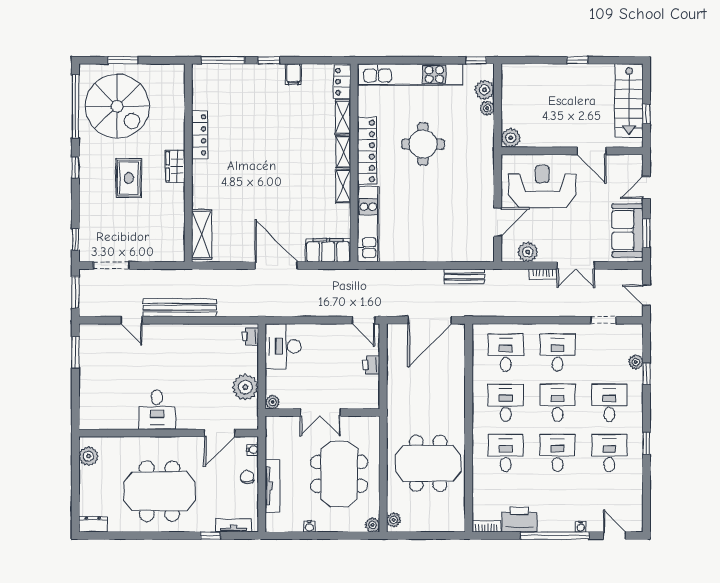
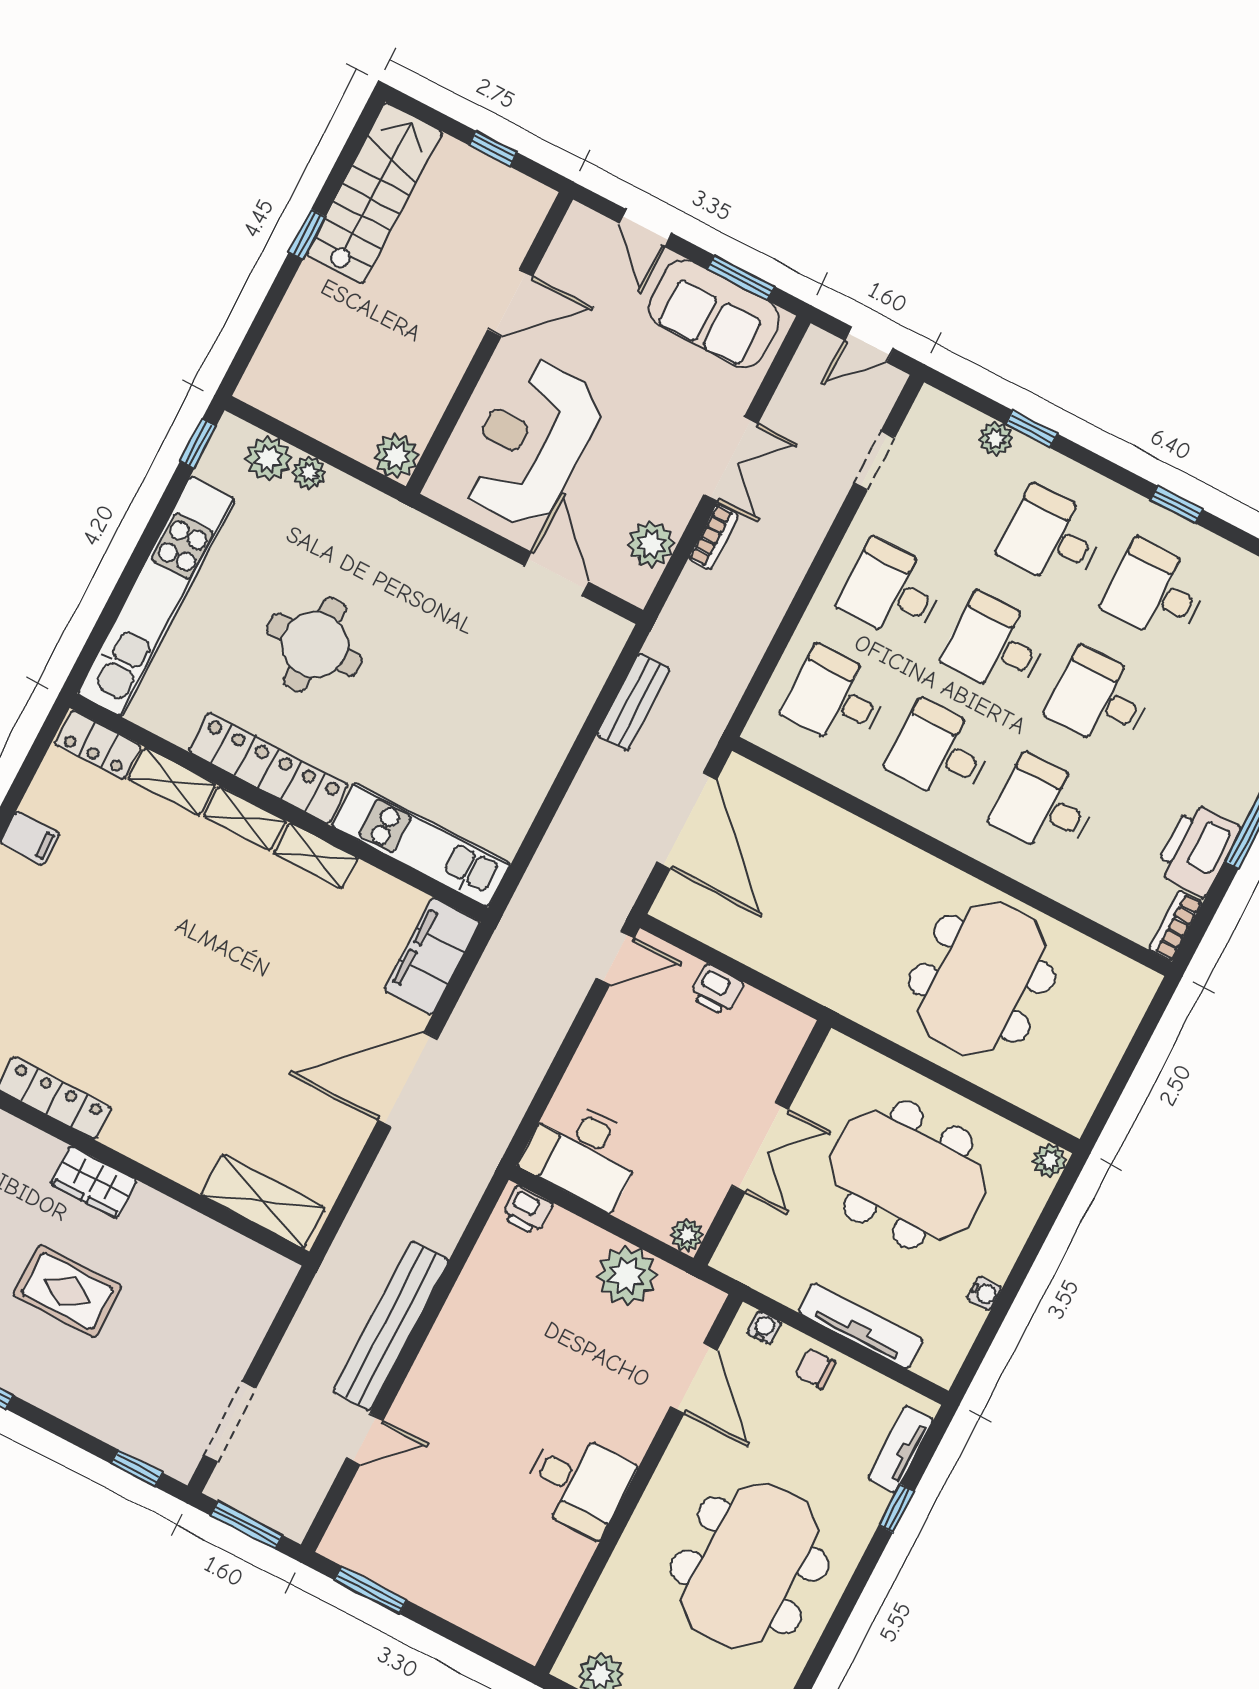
stairs: (629, 101) -> (374, 193), moved, turned -90
plant: (394, 520) -> (1062, 1111), removed

